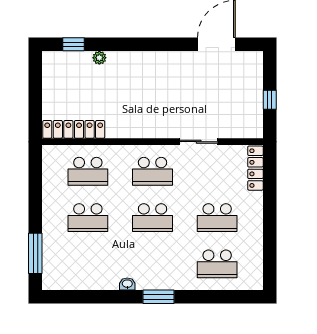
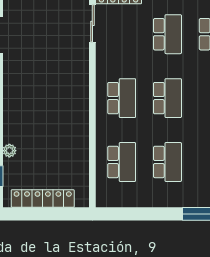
locker: (74, 129) -> (43, 198), moved, turned 90
sliding door: (199, 142) -> (92, 23), moved

